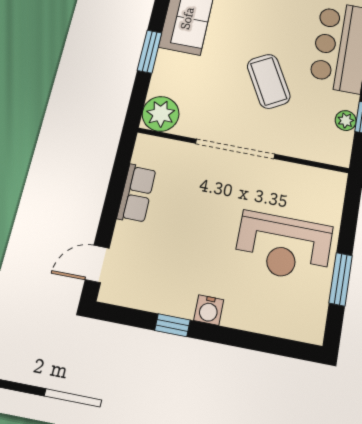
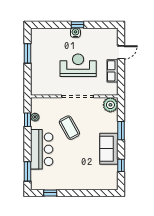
reception desk: (283, 247) -> (78, 65), moved
door: (97, 264) -> (121, 52), moved
window: (172, 325) -> (78, 25), moved

